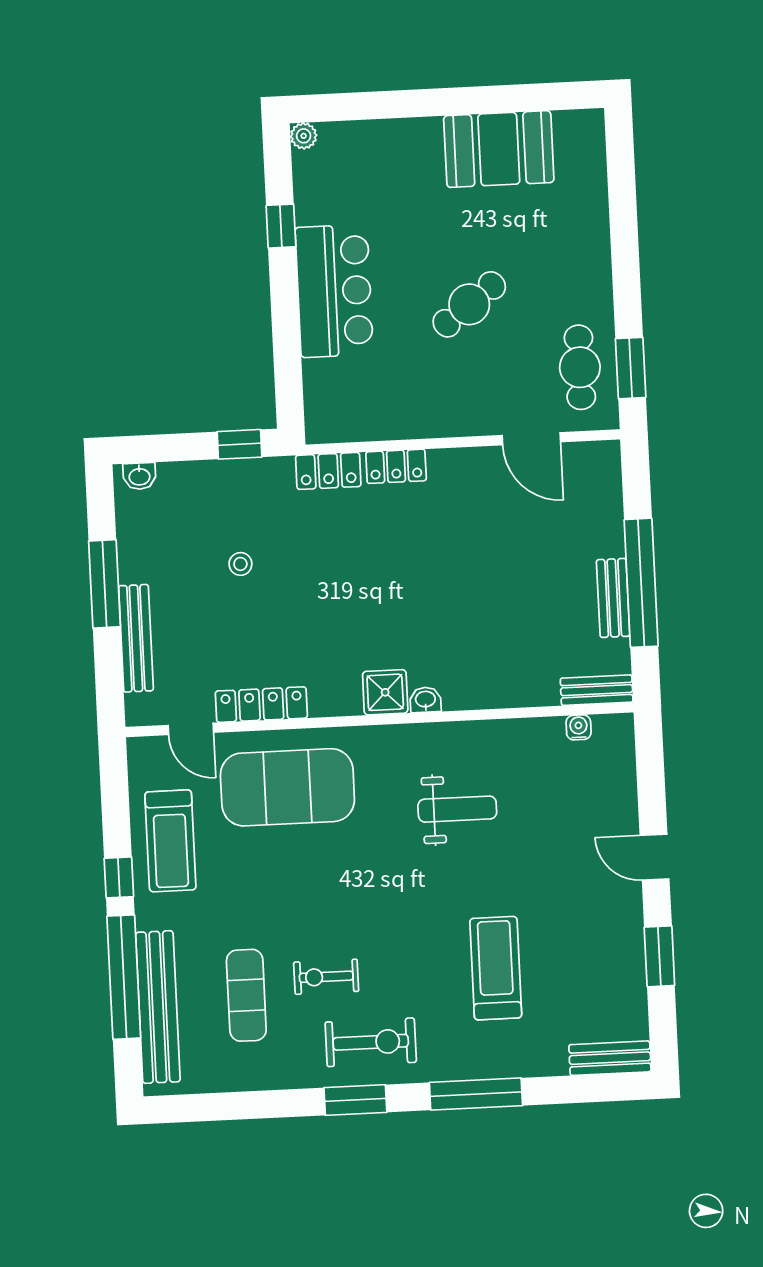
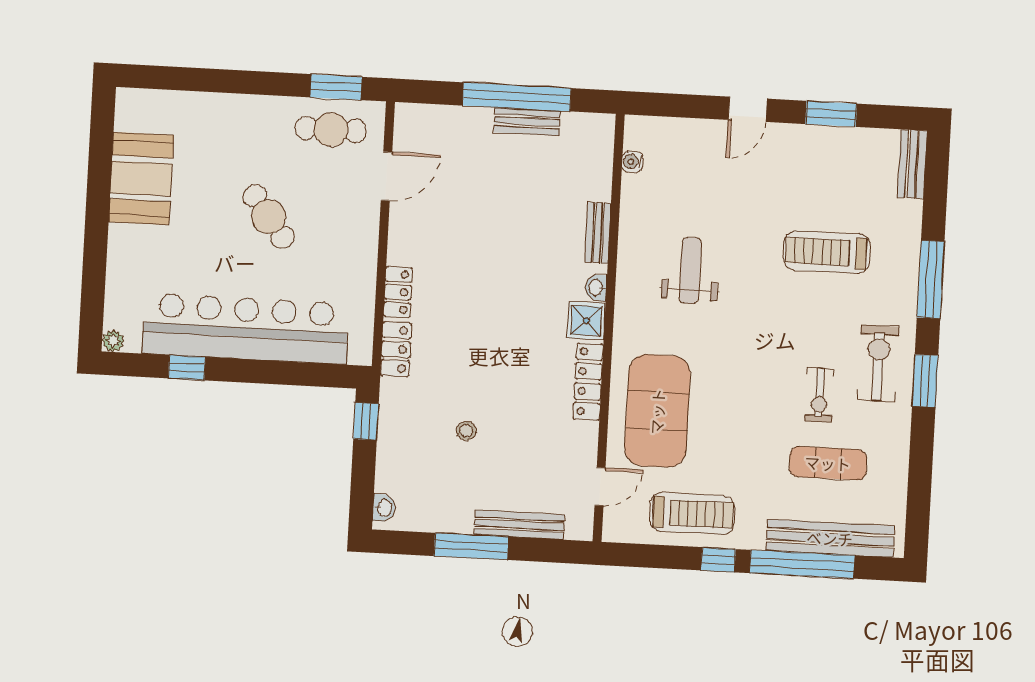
bar counter: (334, 291) -> (246, 329), width x1.86
bench: (597, 690) -> (598, 233), moved
locker: (261, 705) -> (588, 381), moved

